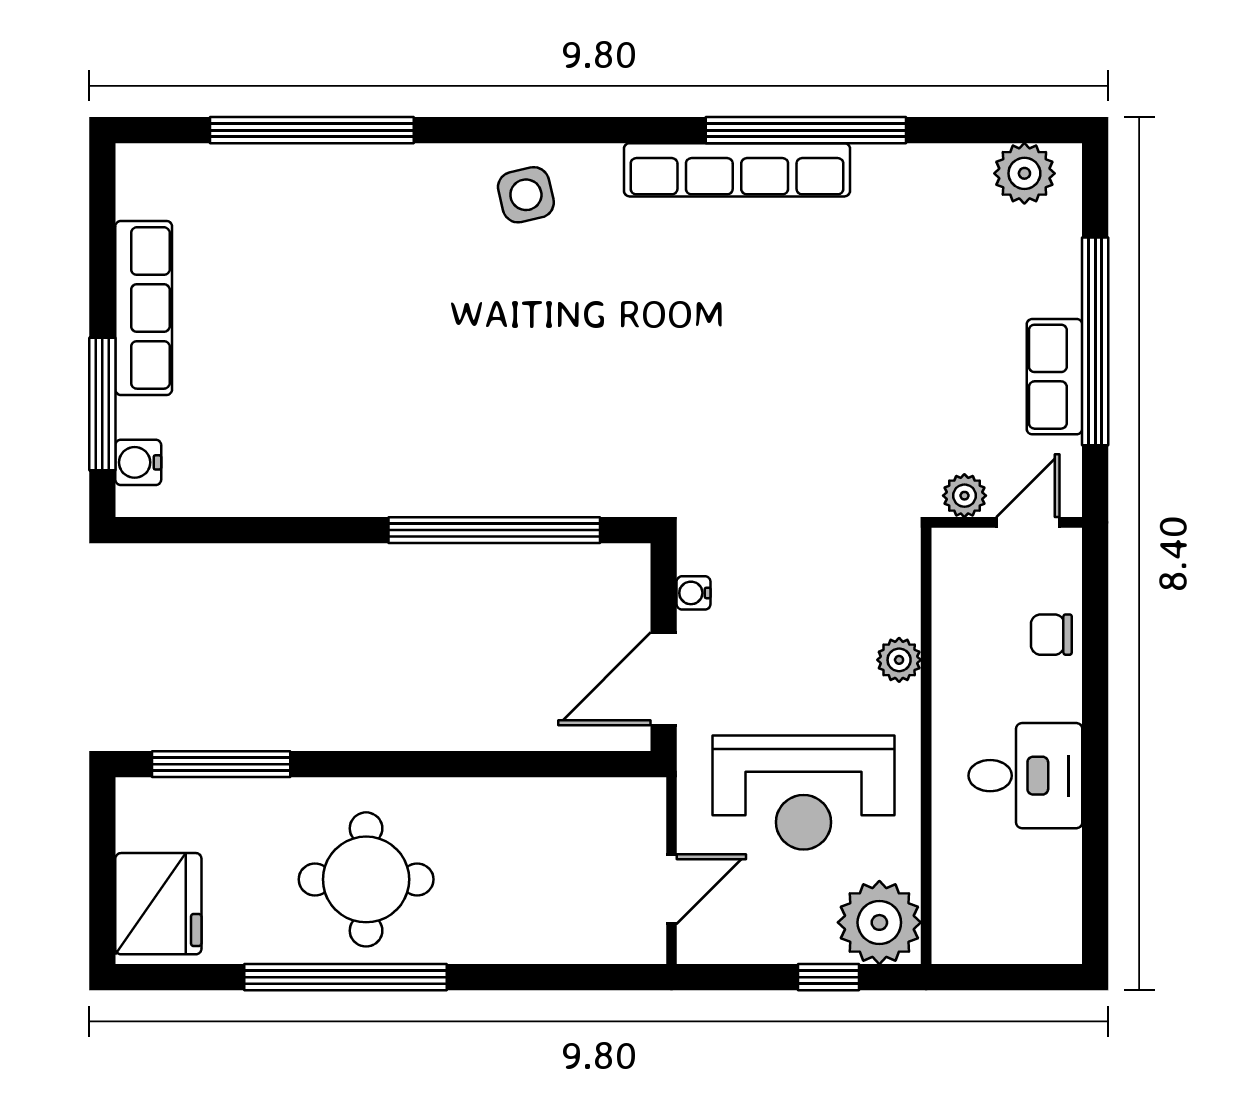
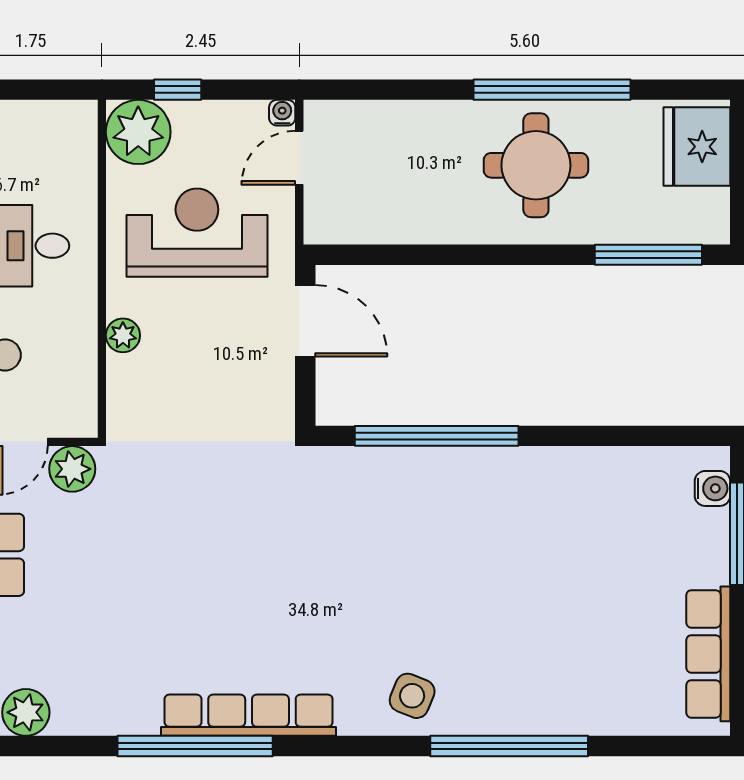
window: (312, 130) -> (509, 746), moved
side table: (526, 195) -> (412, 696), turned 35
row of seats: (144, 308) -> (708, 654), moved
plant: (964, 496) -> (72, 469), width x1.38, depth x1.38
water cooler: (694, 593) -> (282, 113), moved, turned -90
door: (664, 679) -> (305, 321), hinge flipped

